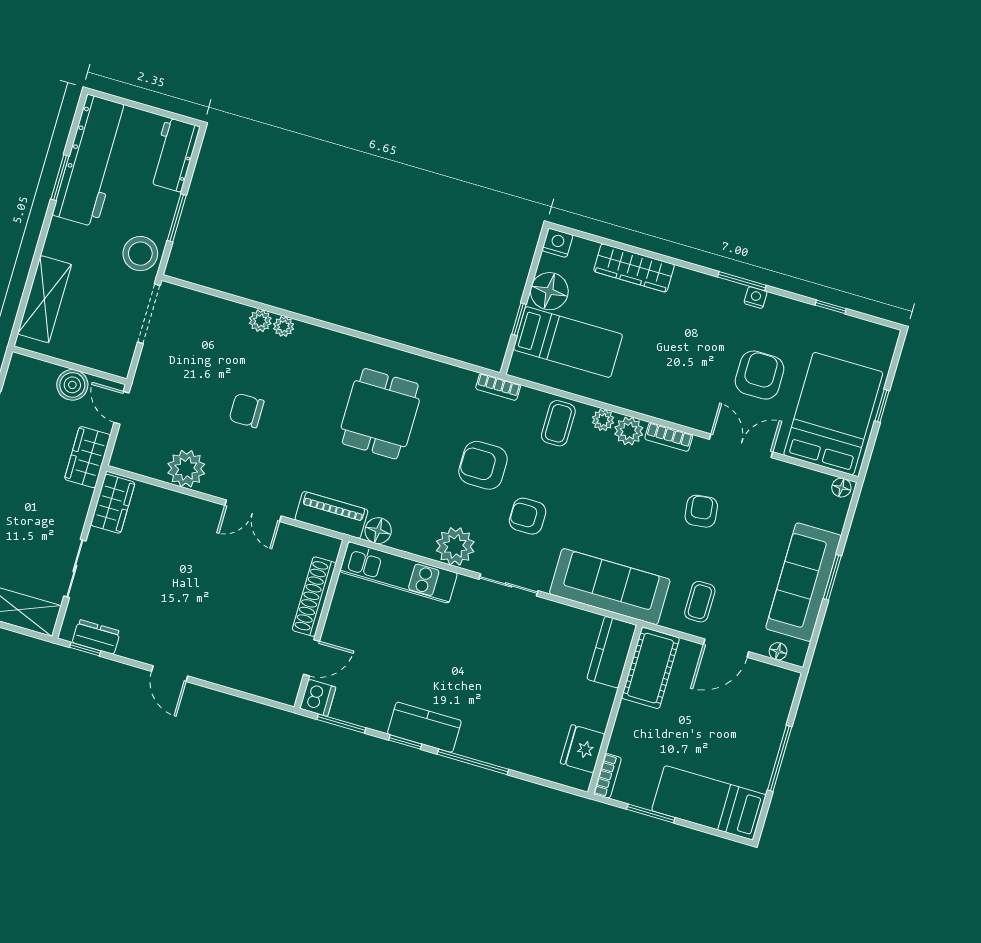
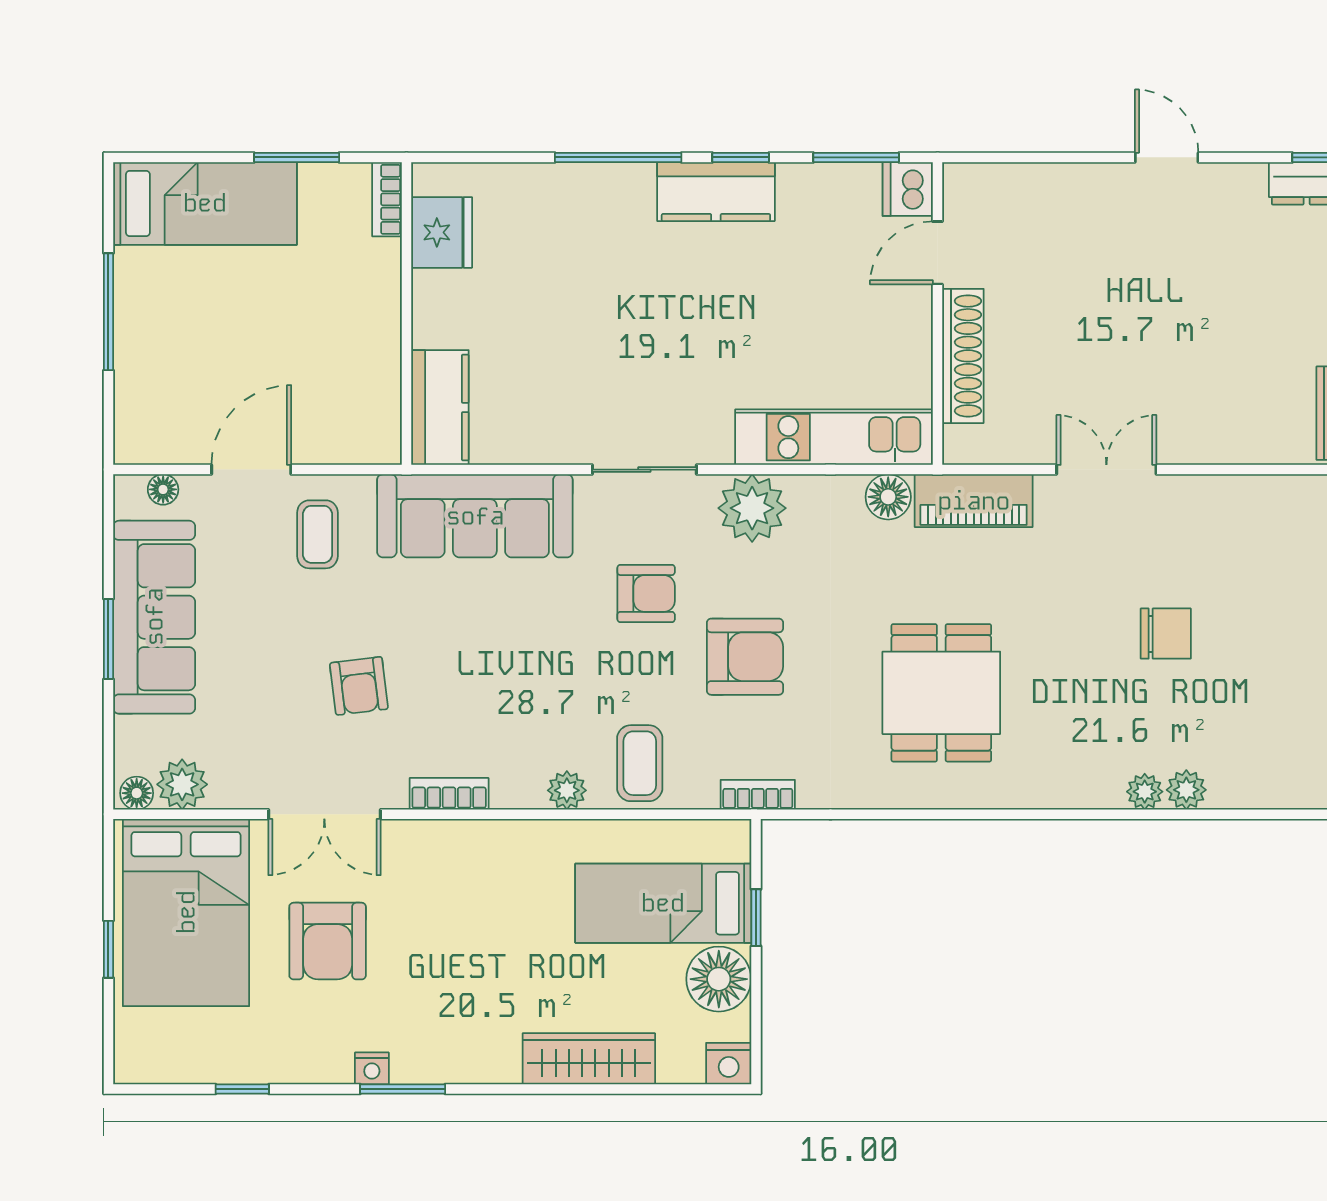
plant: (629, 431) -> (182, 784), moved
plant: (186, 469) -> (1238, 507), removed
cot: (650, 668) -> (368, 400), removed

